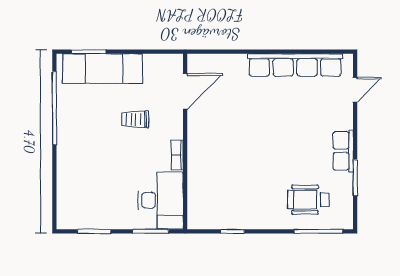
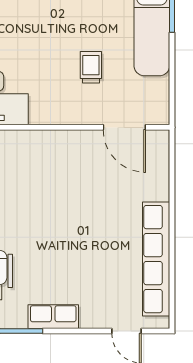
bookcase: (177, 155) -> (48, 118), removed

